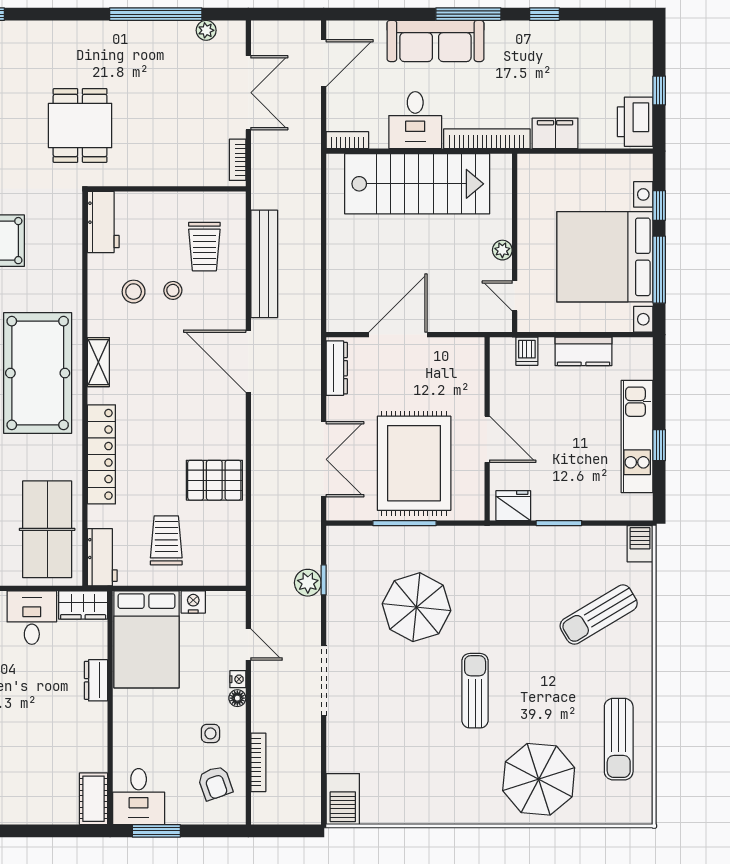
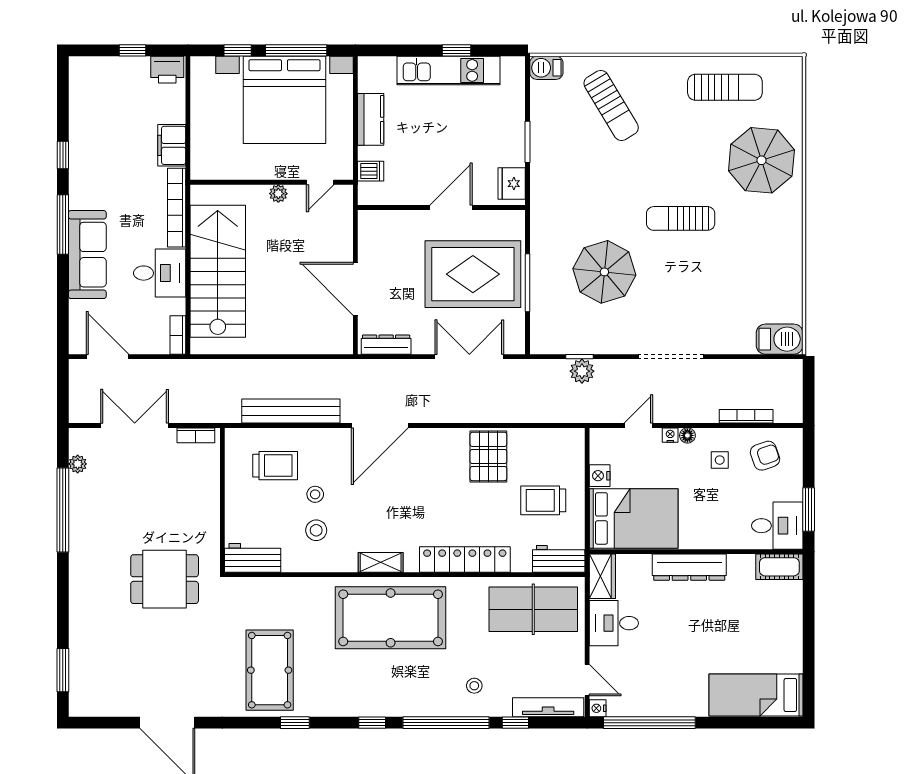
printer: (635, 122) -> (167, 70), width x0.73, depth x0.84
dresser: (96, 680) -> (689, 567), width x1.96, depth x1.24

